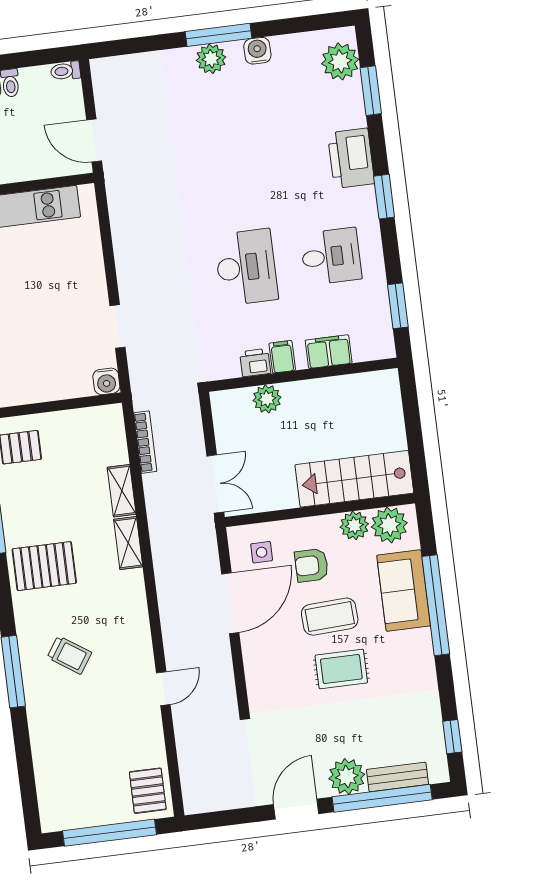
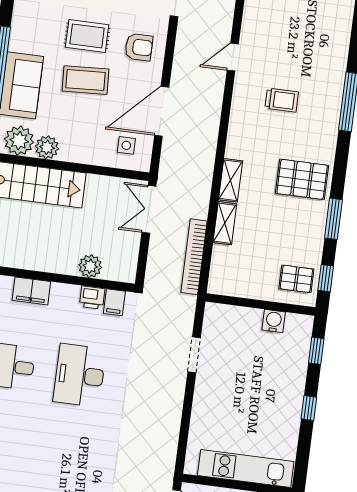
filing cabinet: (282, 357) -> (114, 302), moved
water cooler: (106, 381) -> (274, 321), moved
bookcase: (145, 442) -> (194, 257), width x1.48, depth x1.31
armchair: (311, 565) -> (139, 47), moved
trolley: (69, 655) -> (282, 100), moved, turned 146

